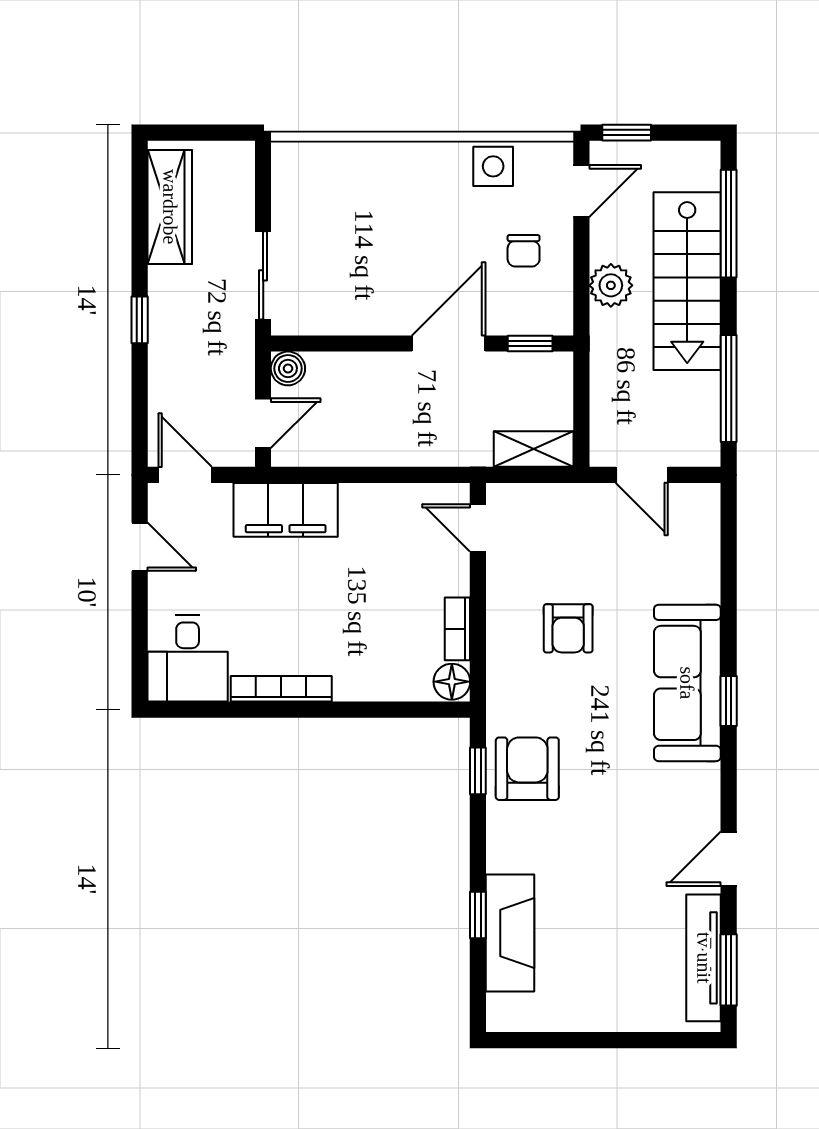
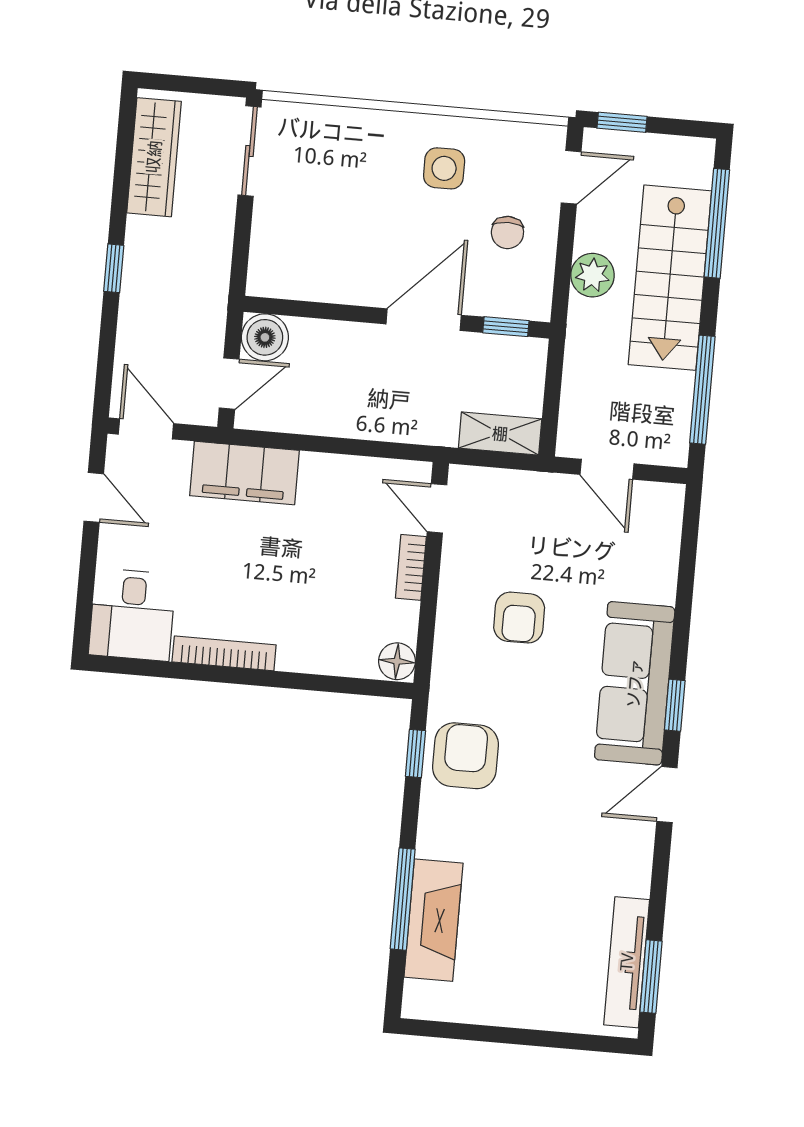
side table: (493, 166) -> (444, 168), moved
sliding door: (263, 275) -> (250, 151), moved
boiler: (288, 368) -> (265, 337), width x1.36, depth x1.36
bookcase: (457, 629) -> (411, 567), moved
door: (729, 859) -> (667, 795), moved
window: (478, 915) -> (403, 899), width x2.17

